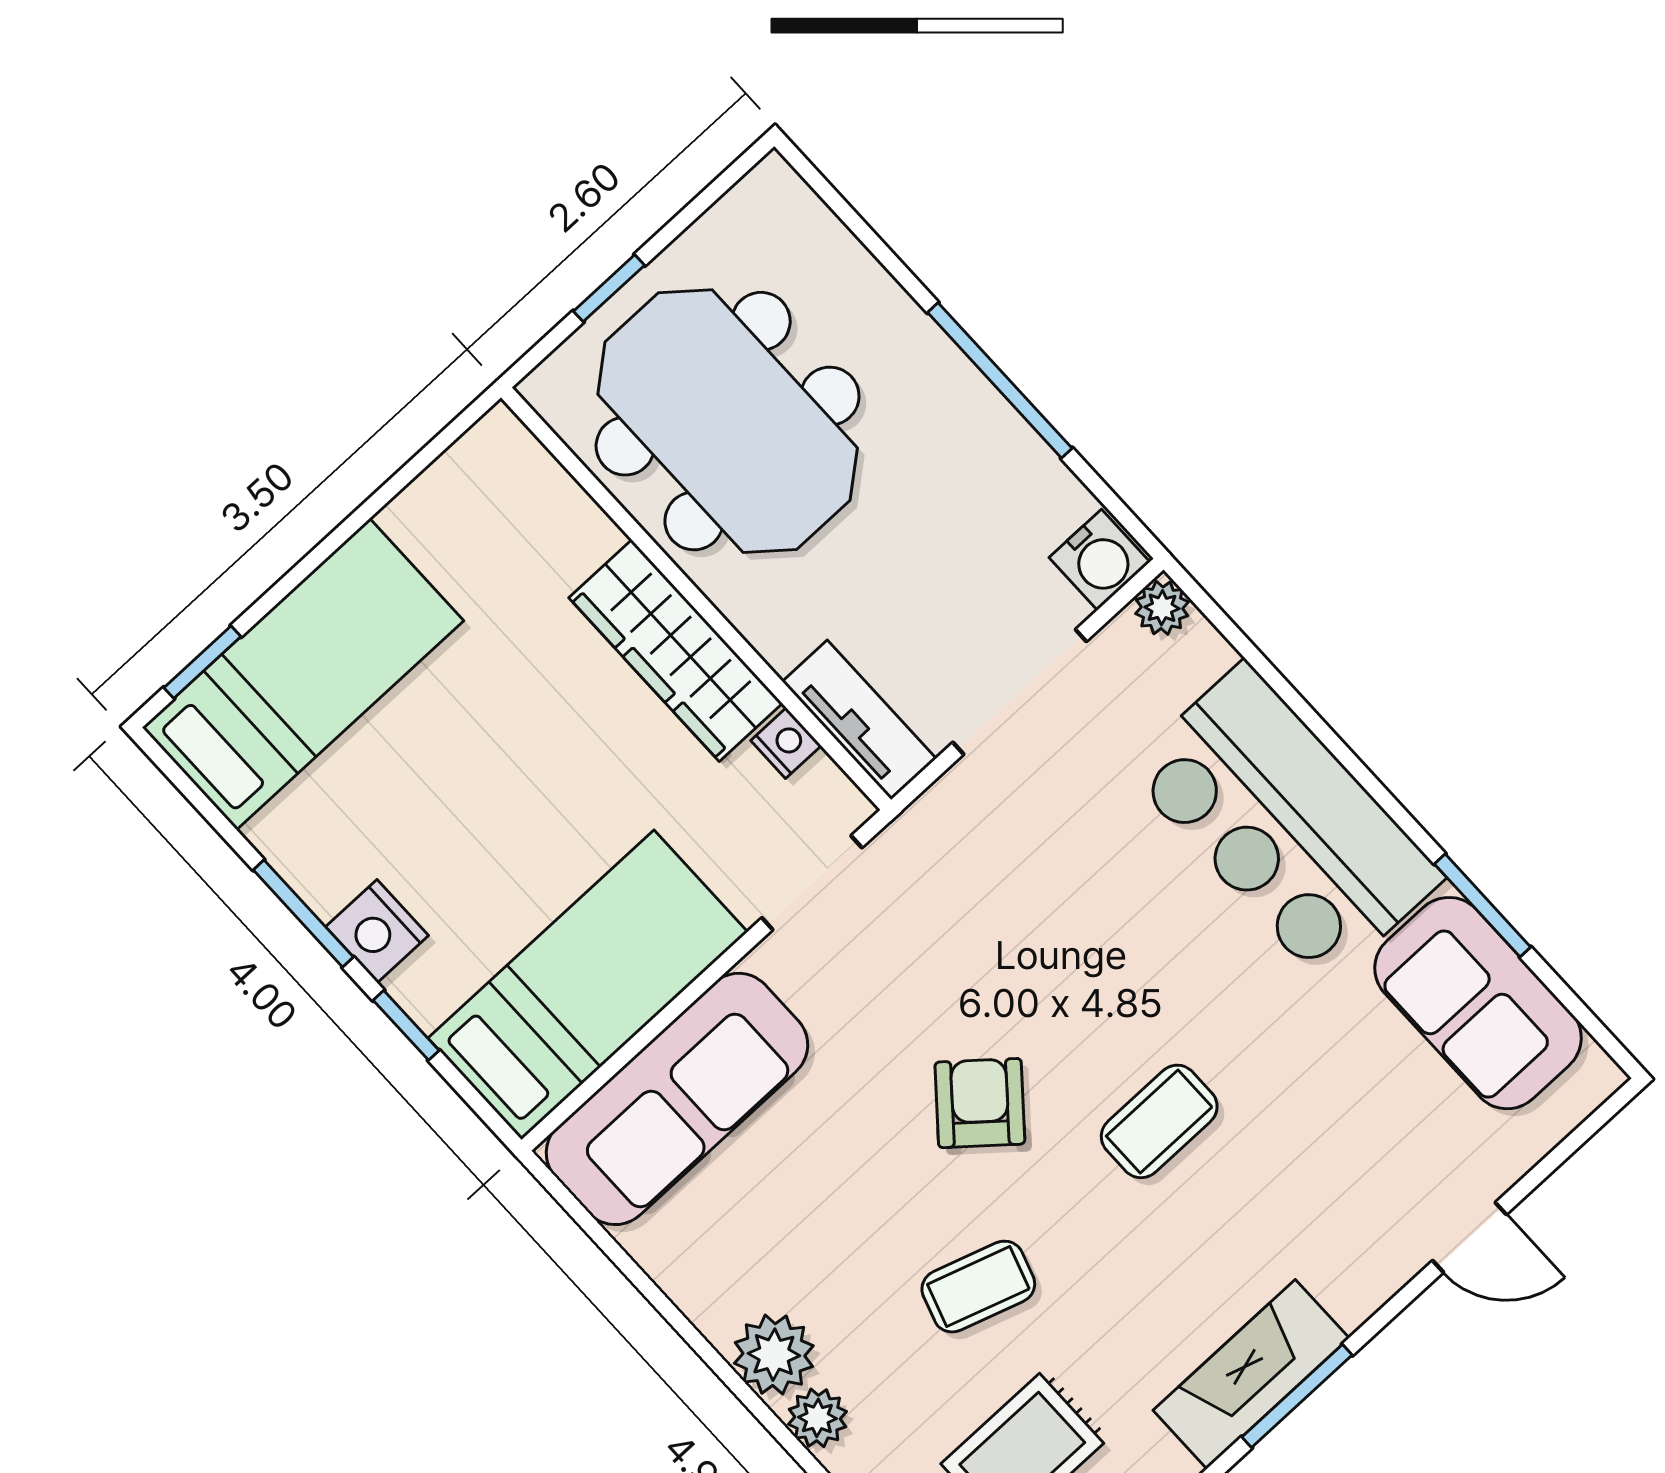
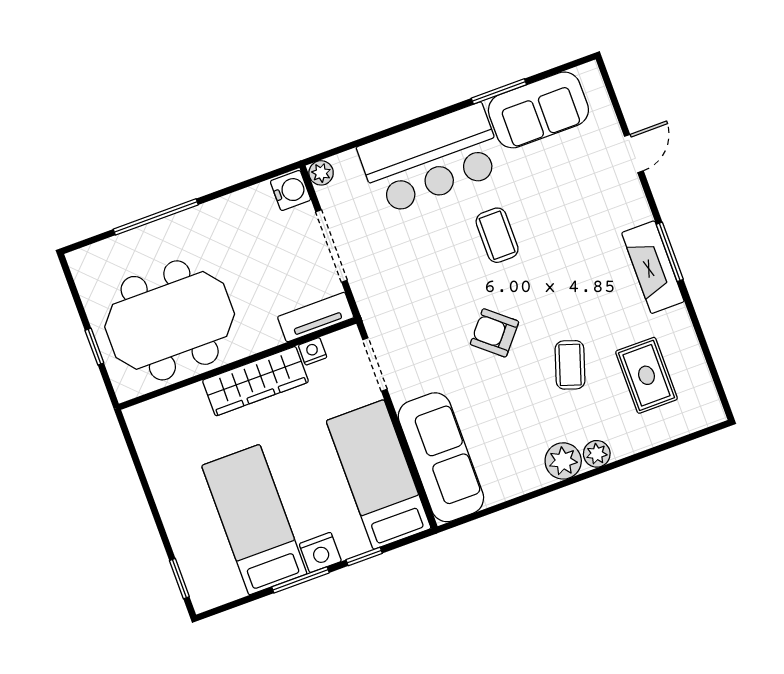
window: (1000, 380) -> (156, 217), moved
bed: (303, 674) -> (254, 520), moved
coffee table: (1159, 1121) -> (497, 235), moved

